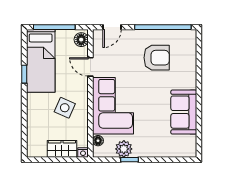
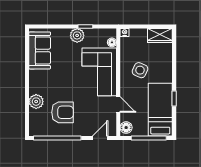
armchair: (157, 58) -> (63, 112), turned 180
plant: (188, 70) -> (36, 102), added
sofa: (184, 112) -> (40, 50), moved
wardrobe: (62, 149) -> (160, 35), moved
plant: (124, 149) -> (77, 35), moved

